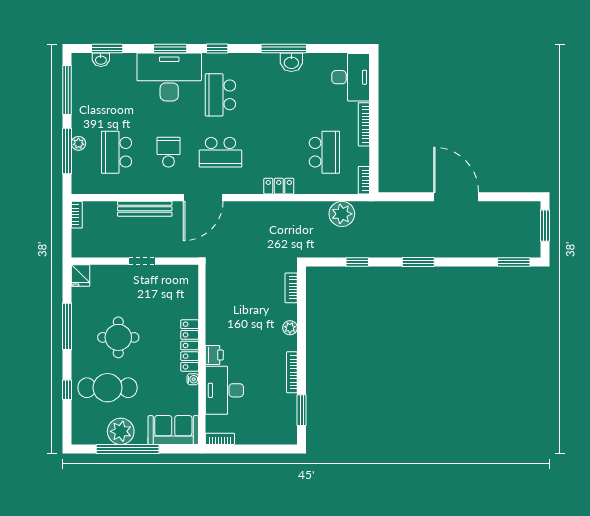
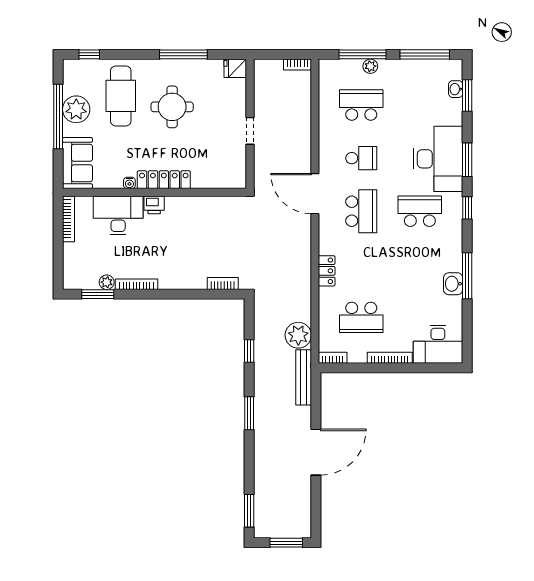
school desk: (220, 152) -> (361, 211), turned 180
bench: (145, 209) -> (304, 377), moved
plant: (290, 328) -> (107, 282), moved
window: (67, 390) -> (89, 54), moved
bookcase: (220, 439) -> (69, 219), width x1.56

